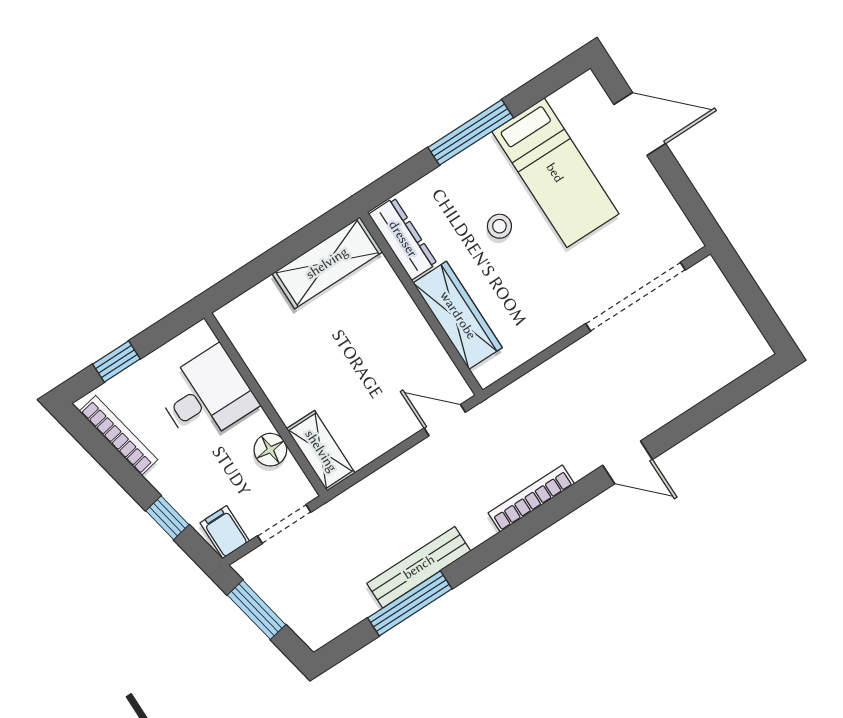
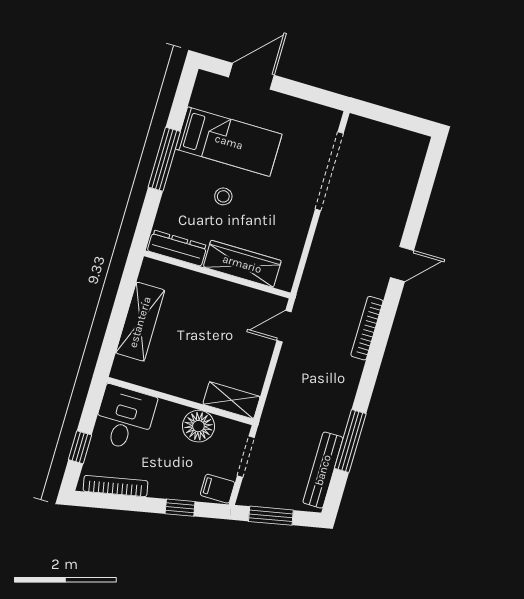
shelving: (327, 263) -> (140, 322), moved
desk: (206, 396) -> (125, 418), moved
floor lamp: (270, 450) -> (198, 426), width x1.38, depth x1.38
bench: (419, 567) -> (323, 470), moved

